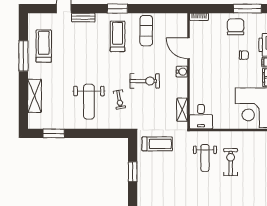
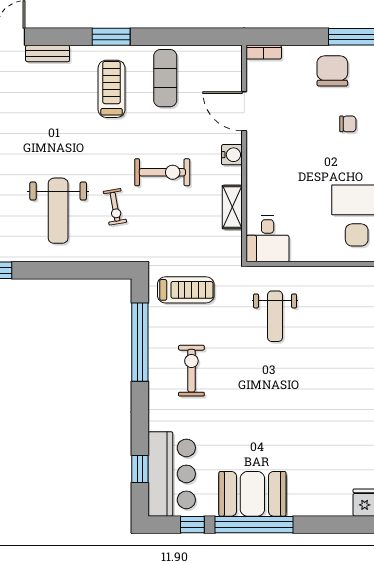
shelving: (182, 110) -> (232, 207), moved
exercise bike: (231, 162) -> (191, 371), moved
window: (133, 172) -> (140, 342), width x2.11

